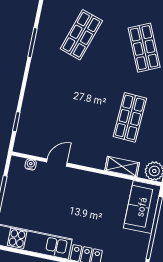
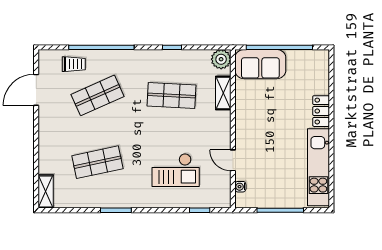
shop shelf: (81, 35) -> (97, 162), turned -30
checkout: (59, 107) -> (176, 170), added

